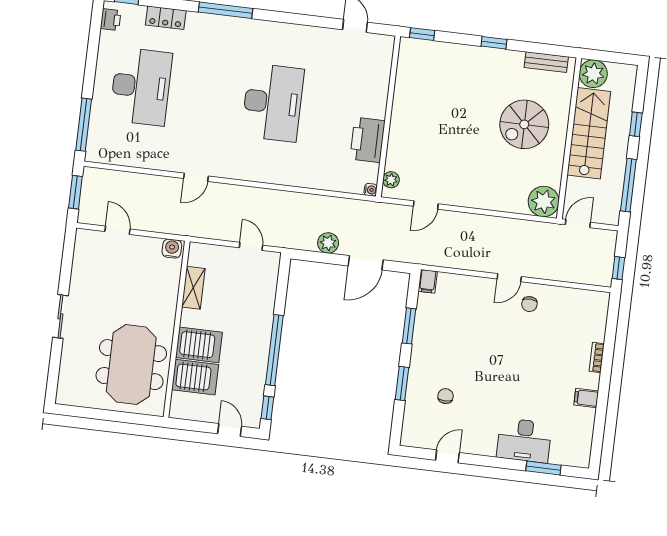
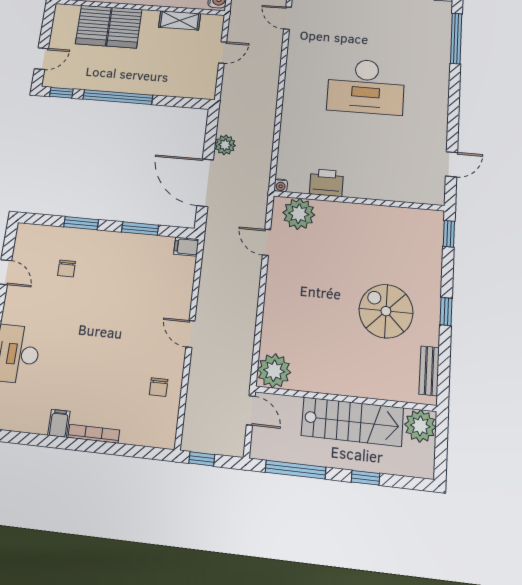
spiral stairs: (524, 124) -> (386, 311), moved
printer: (368, 140) -> (326, 183), width x0.73, depth x0.84
plant: (391, 180) -> (299, 214), width x1.88, depth x1.88
door: (251, 246) -> (223, 52), moved
door: (366, 263) -> (205, 183), width x1.36
chair: (529, 304) -> (159, 387), moved, turned -90
bookcase: (597, 358) -> (94, 434), width x1.56
chair: (446, 396) -> (67, 268), turned 90

